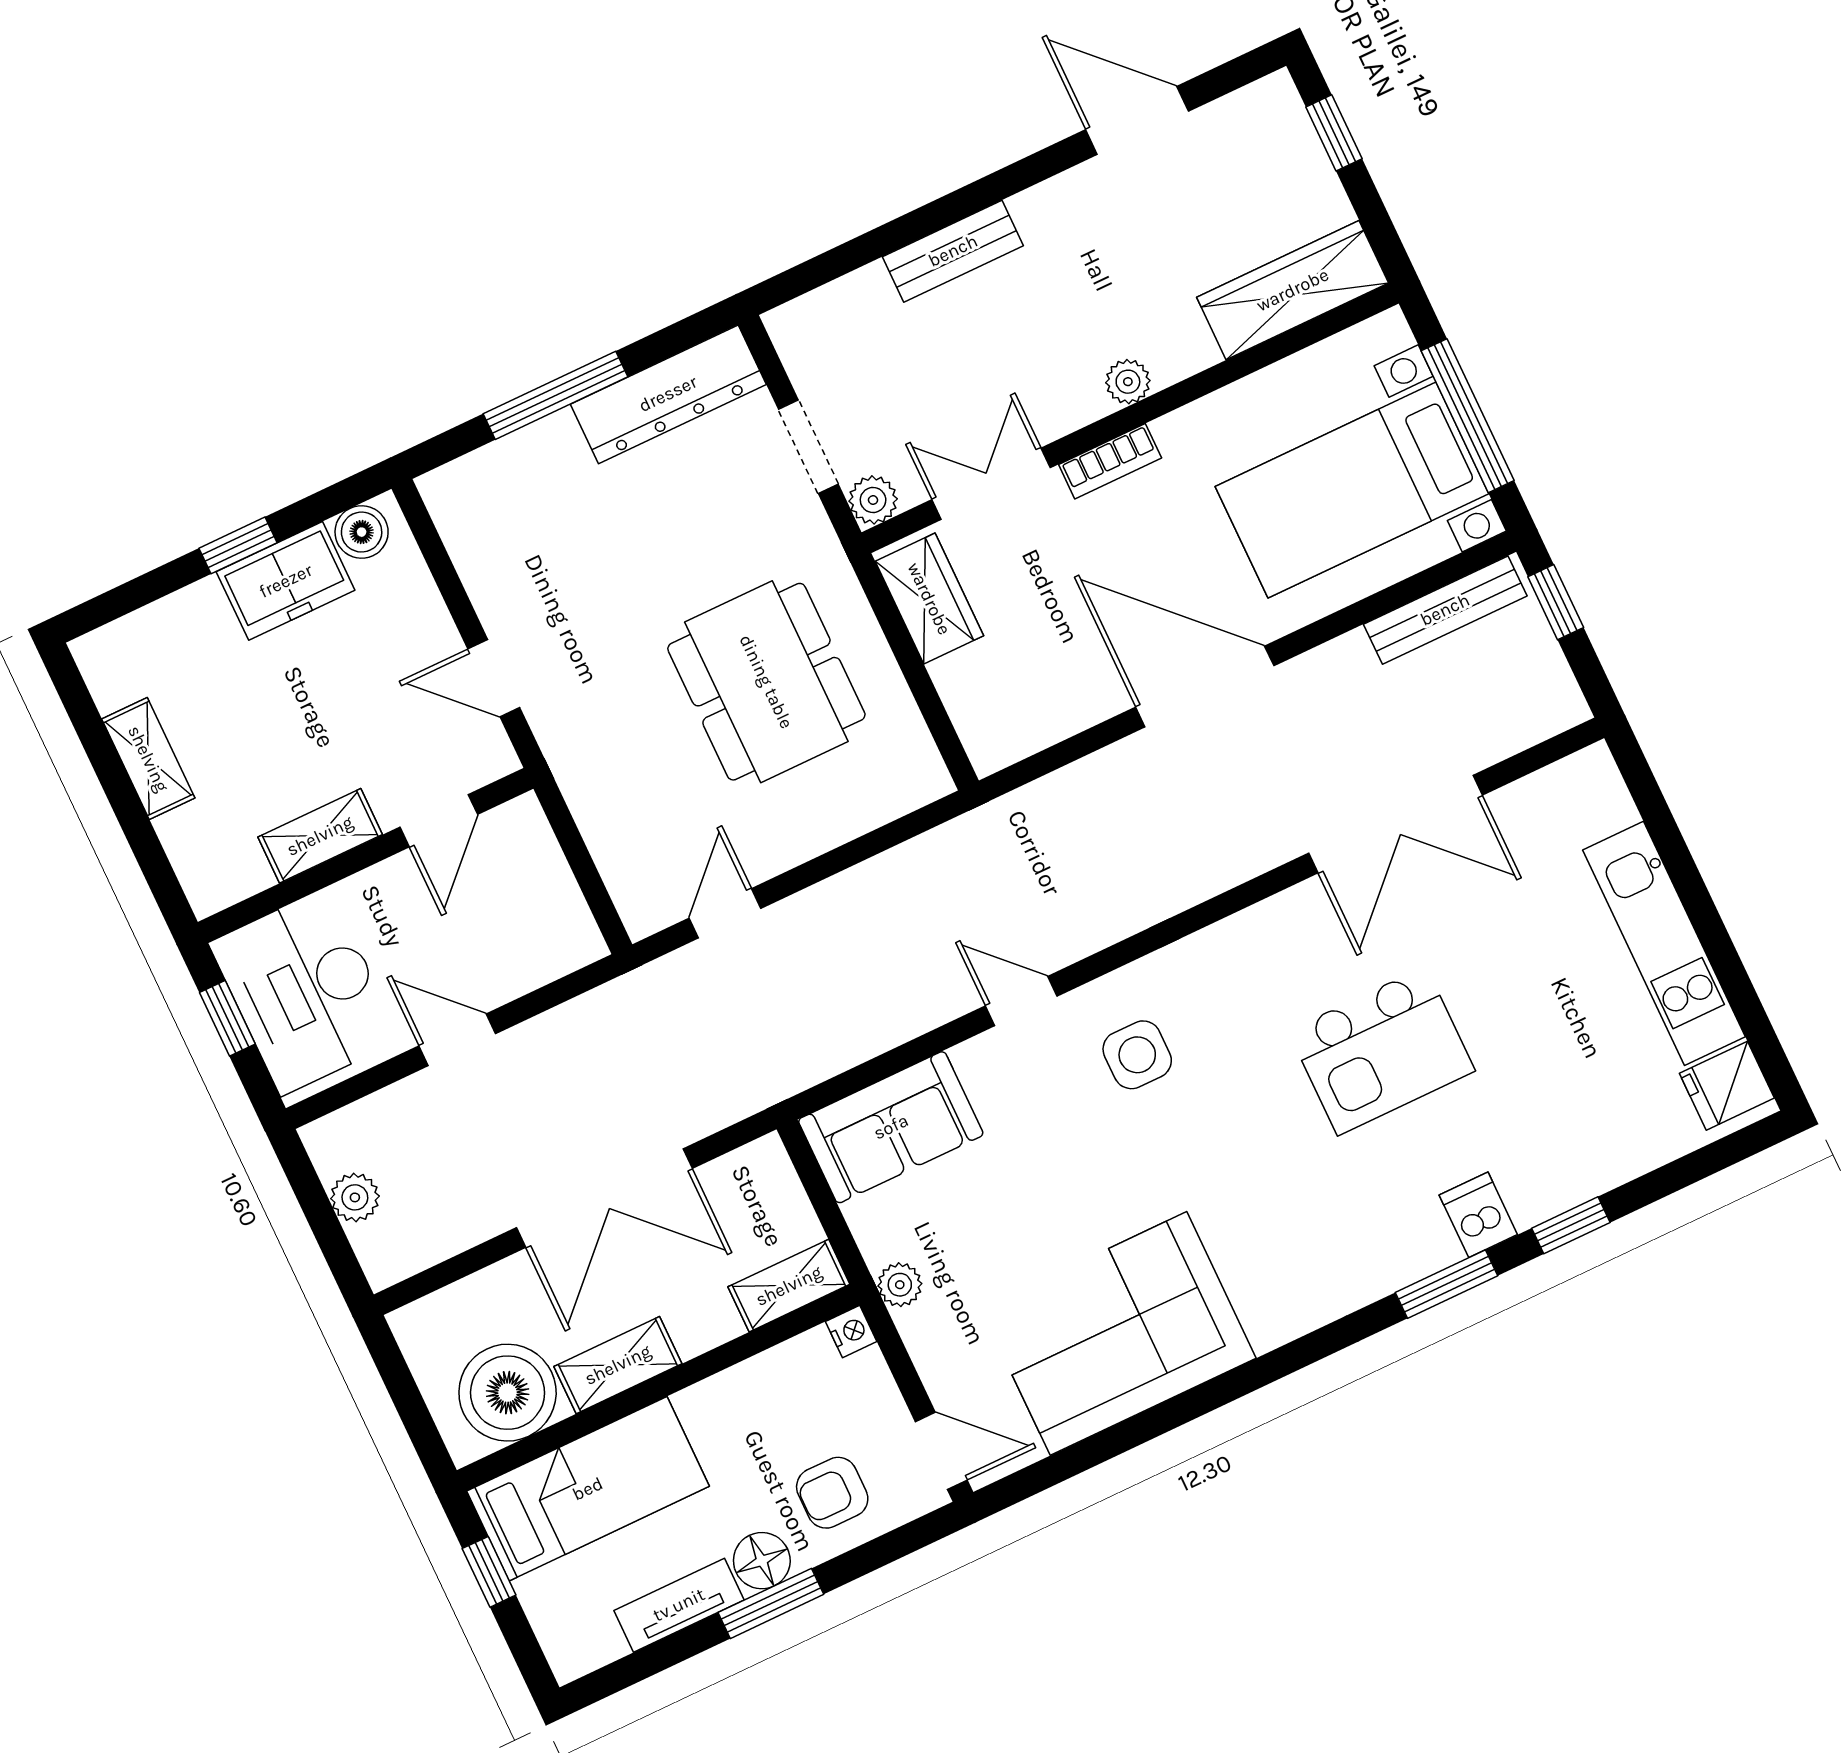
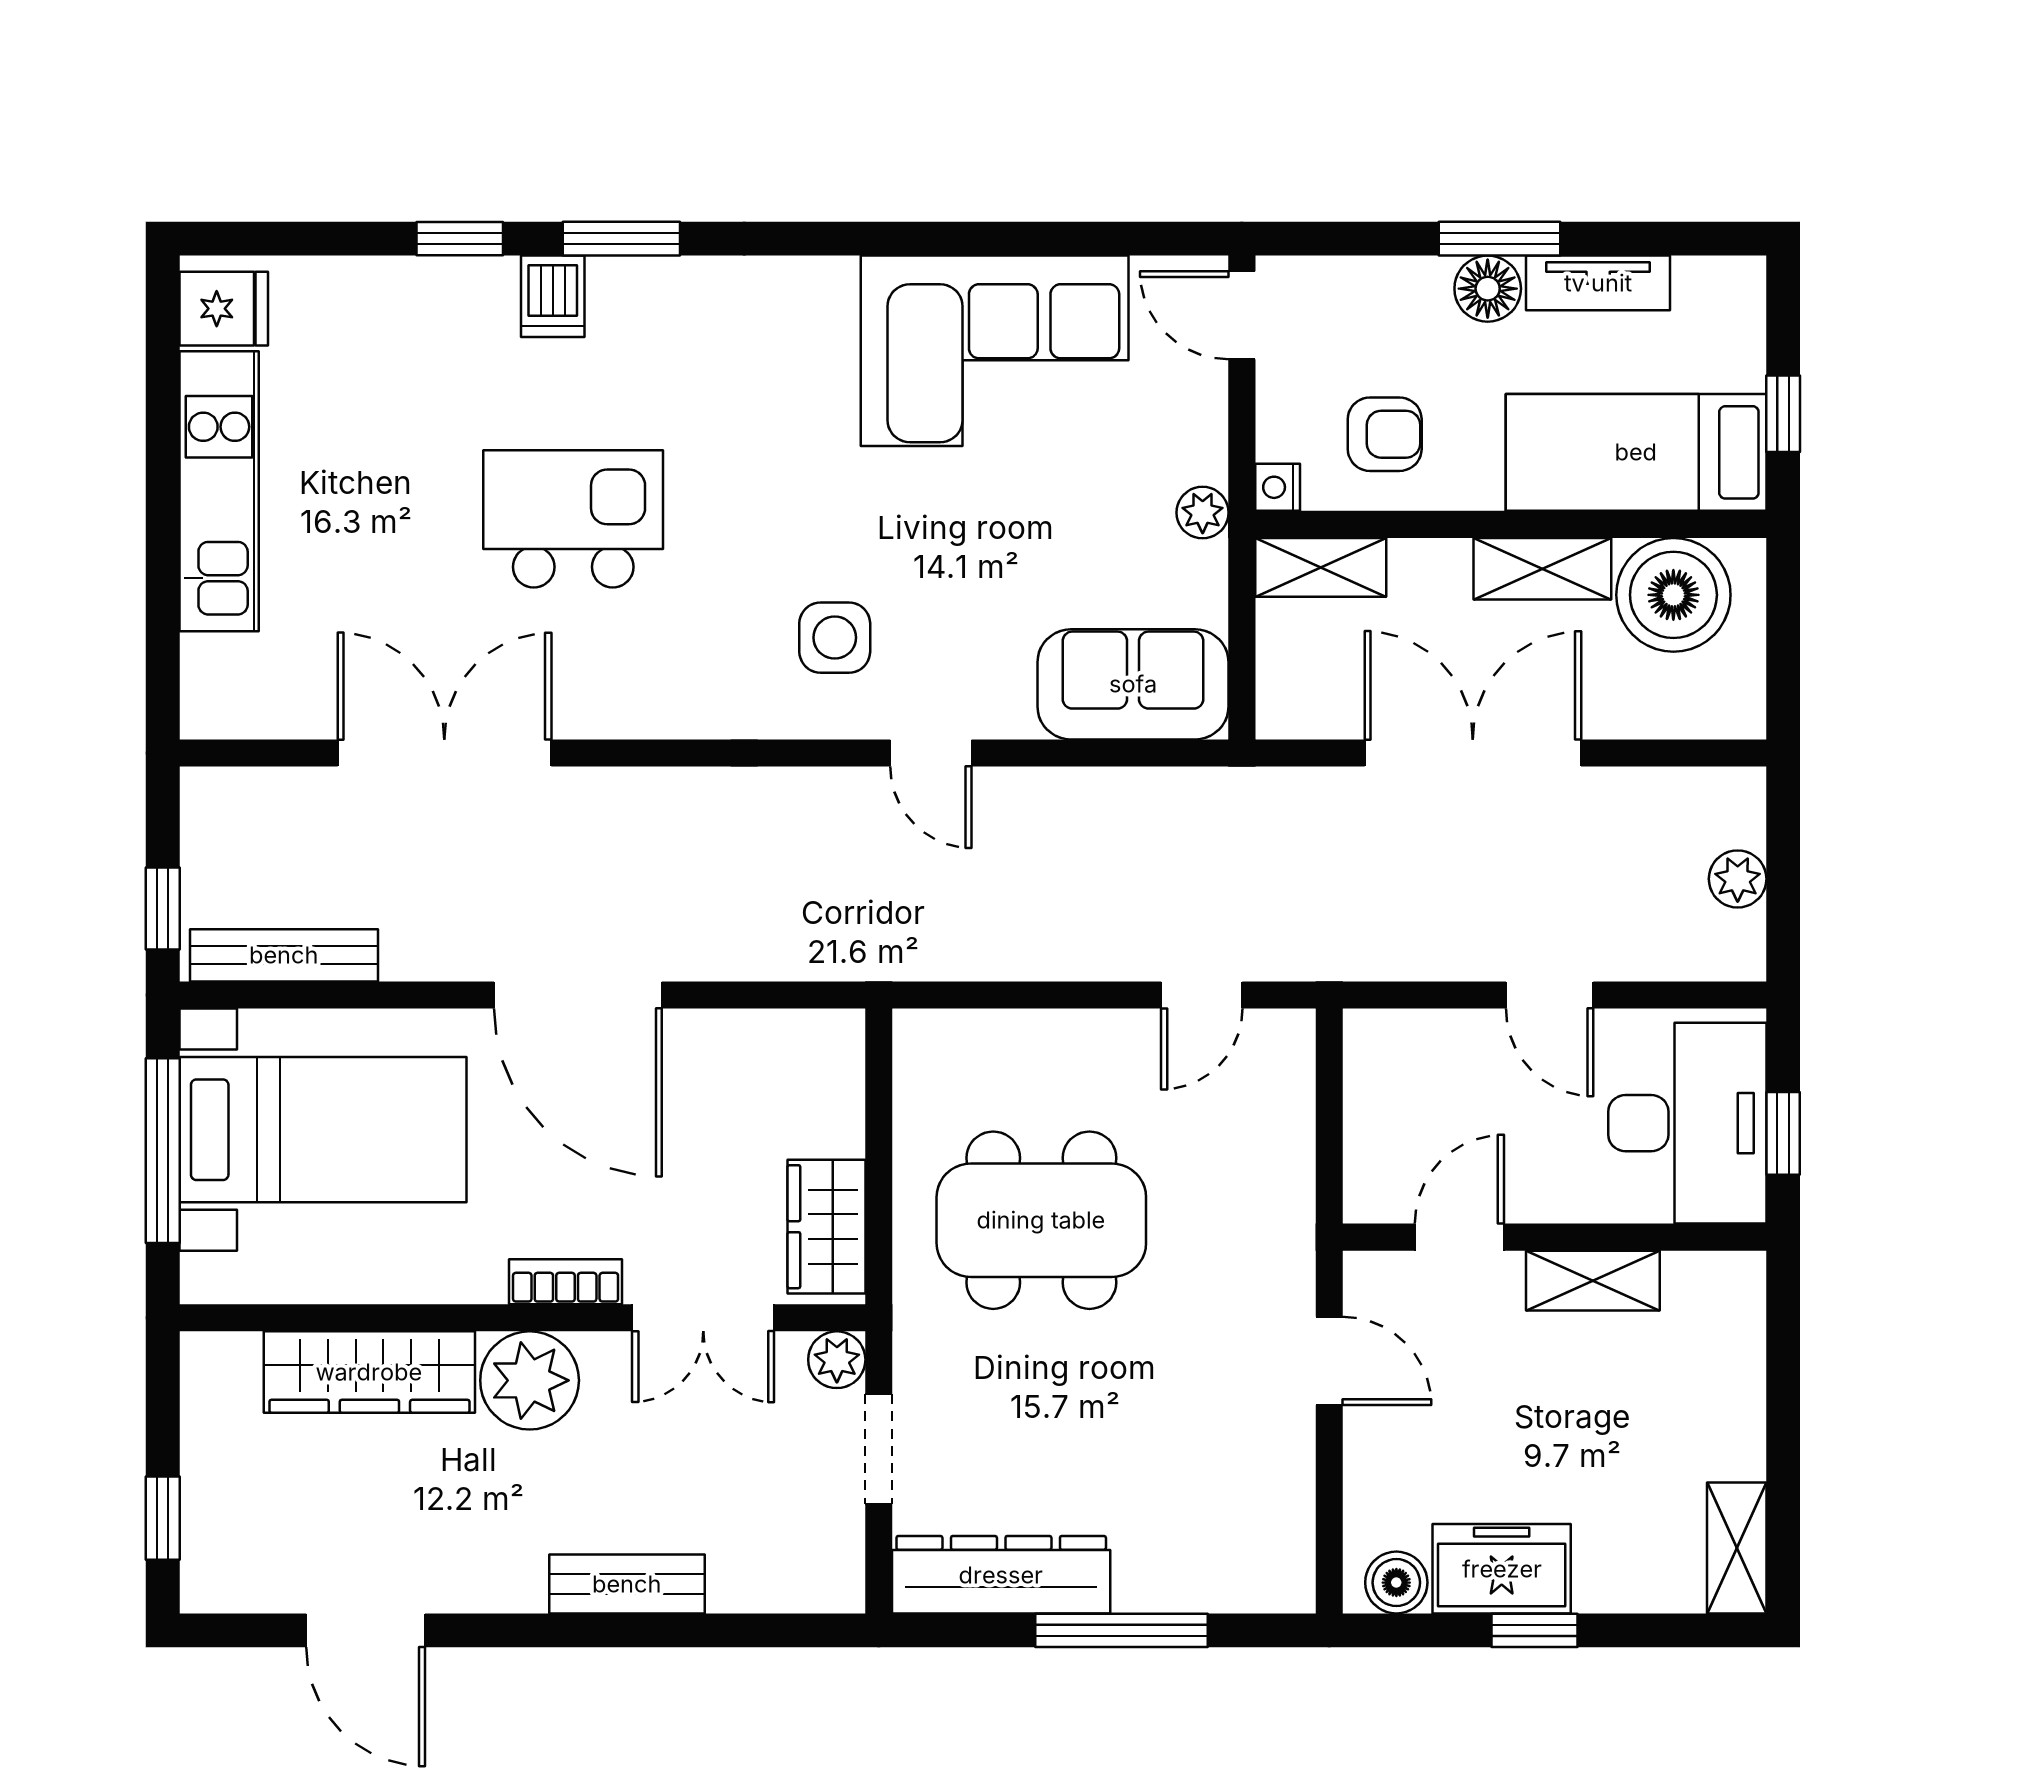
wardrobe: (1293, 290) -> (369, 1372), moved
plant: (1128, 382) -> (530, 1380), width x1.88, depth x1.88
dining table: (766, 682) -> (1041, 1220), turned 90
shelving: (148, 759) -> (1737, 1548), moved
armchair: (832, 1493) -> (1385, 434), moved

